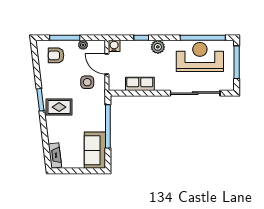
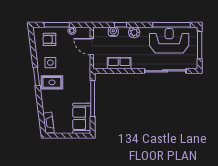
water cooler: (114, 46) -> (113, 32), moved
side table: (87, 82) -> (50, 63), moved

